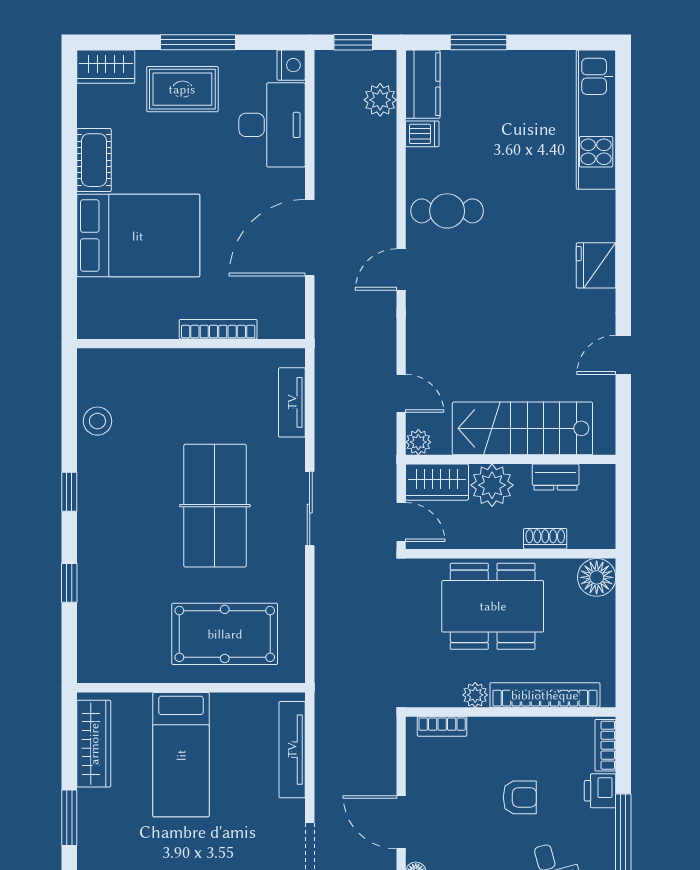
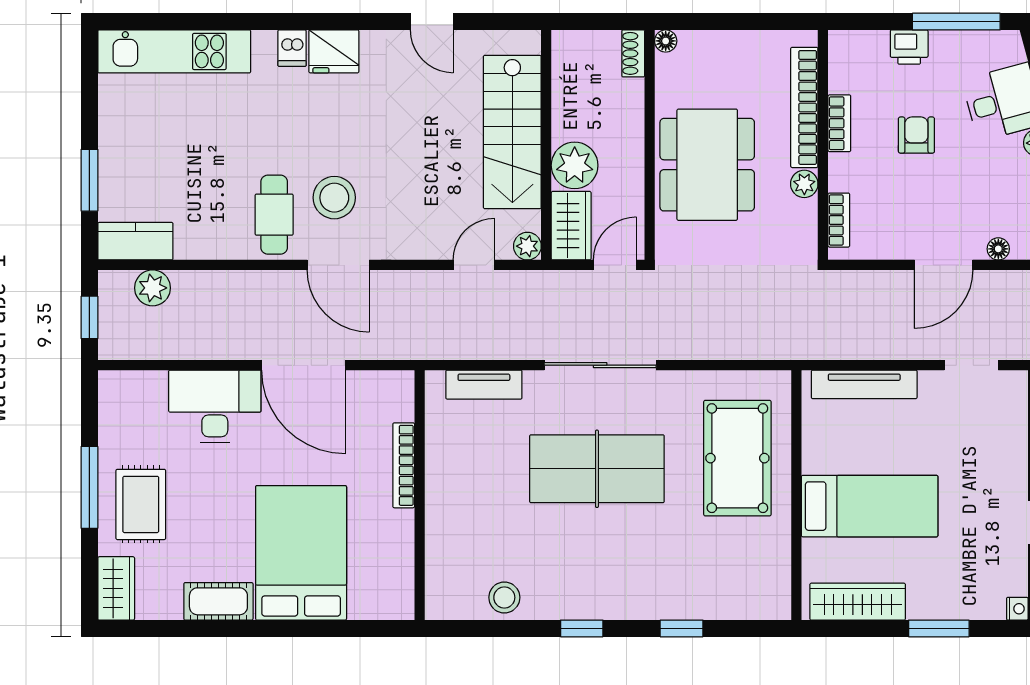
nightstand: (291, 65) -> (114, 385), removed
desk: (272, 125) -> (215, 406), moved
dishwasher: (422, 134) -> (292, 48), moved, turned 180
stool: (463, 266) -> (334, 198), added
door: (401, 269) -> (338, 265), width x1.38
dresser: (556, 477) -> (566, 96), removed
sliding door: (310, 509) -> (600, 365), width x1.37
shoe rack: (545, 539) -> (633, 53), moved
floor lamp: (597, 577) -> (666, 41), width x0.53, depth x0.53
bookcase: (605, 745) -> (839, 123), moved, turned -90

